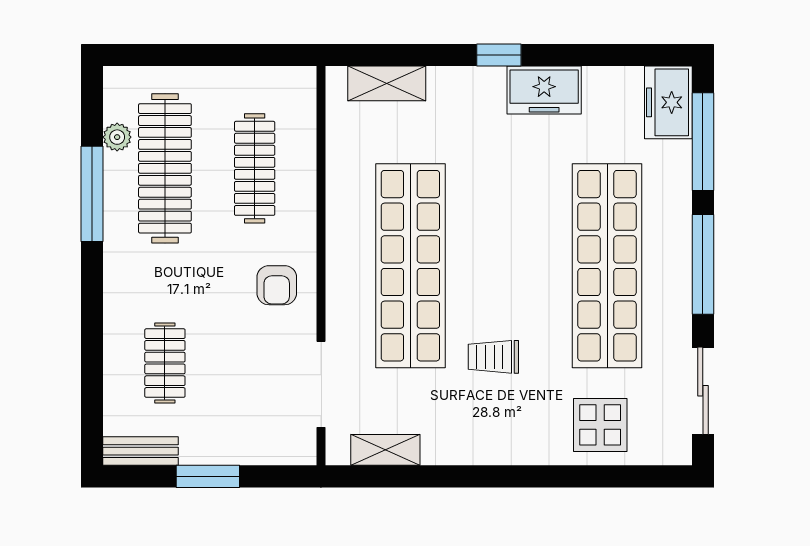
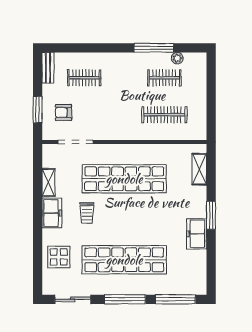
window: (499, 55) -> (211, 215), width x1.50
freezer: (668, 102) -> (52, 213), moved, turned 90
clothes rail: (165, 168) -> (164, 78), width x0.54, depth x0.76
armchair: (277, 285) -> (63, 112), moved
trolley: (493, 357) -> (87, 213), turned 180
shelving: (385, 450) -> (48, 183), moved
window: (208, 476) -> (38, 109), moved

